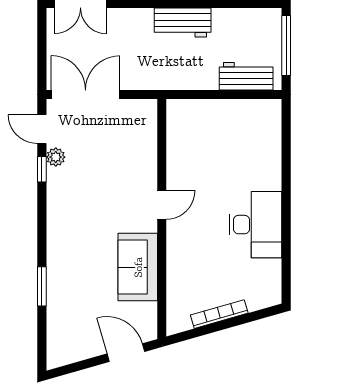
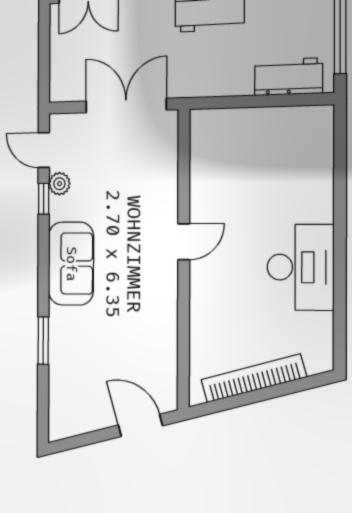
double door: (86, 94) -> (126, 106), moved
sofa: (138, 267) -> (71, 264), moved, turned 180
bookcase: (219, 314) -> (253, 378), width x1.48, depth x1.31

